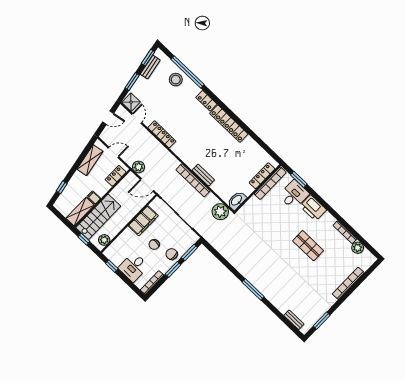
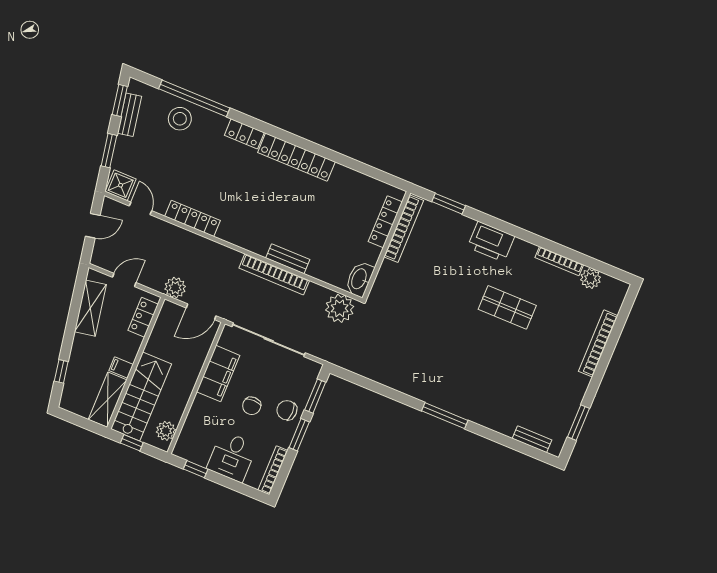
desk: (294, 195) -> (451, 232), removed

